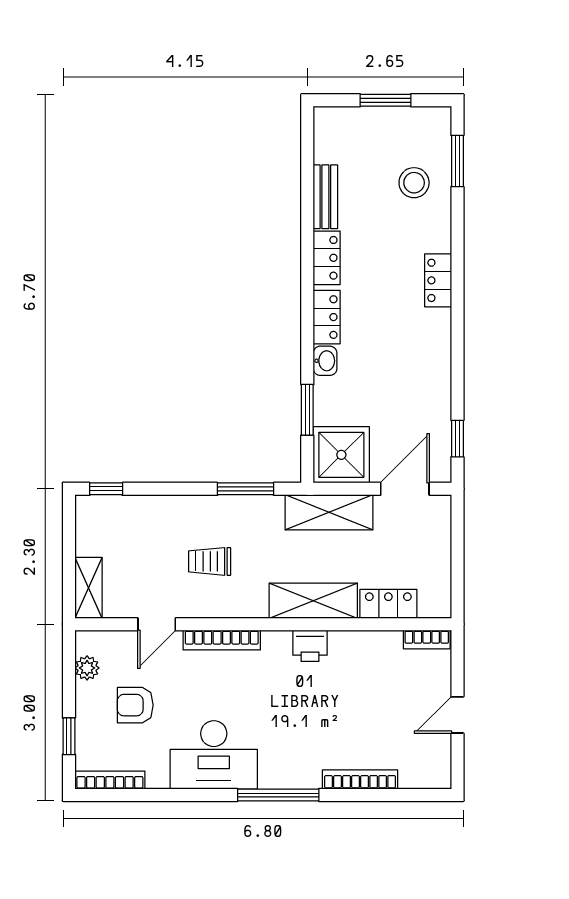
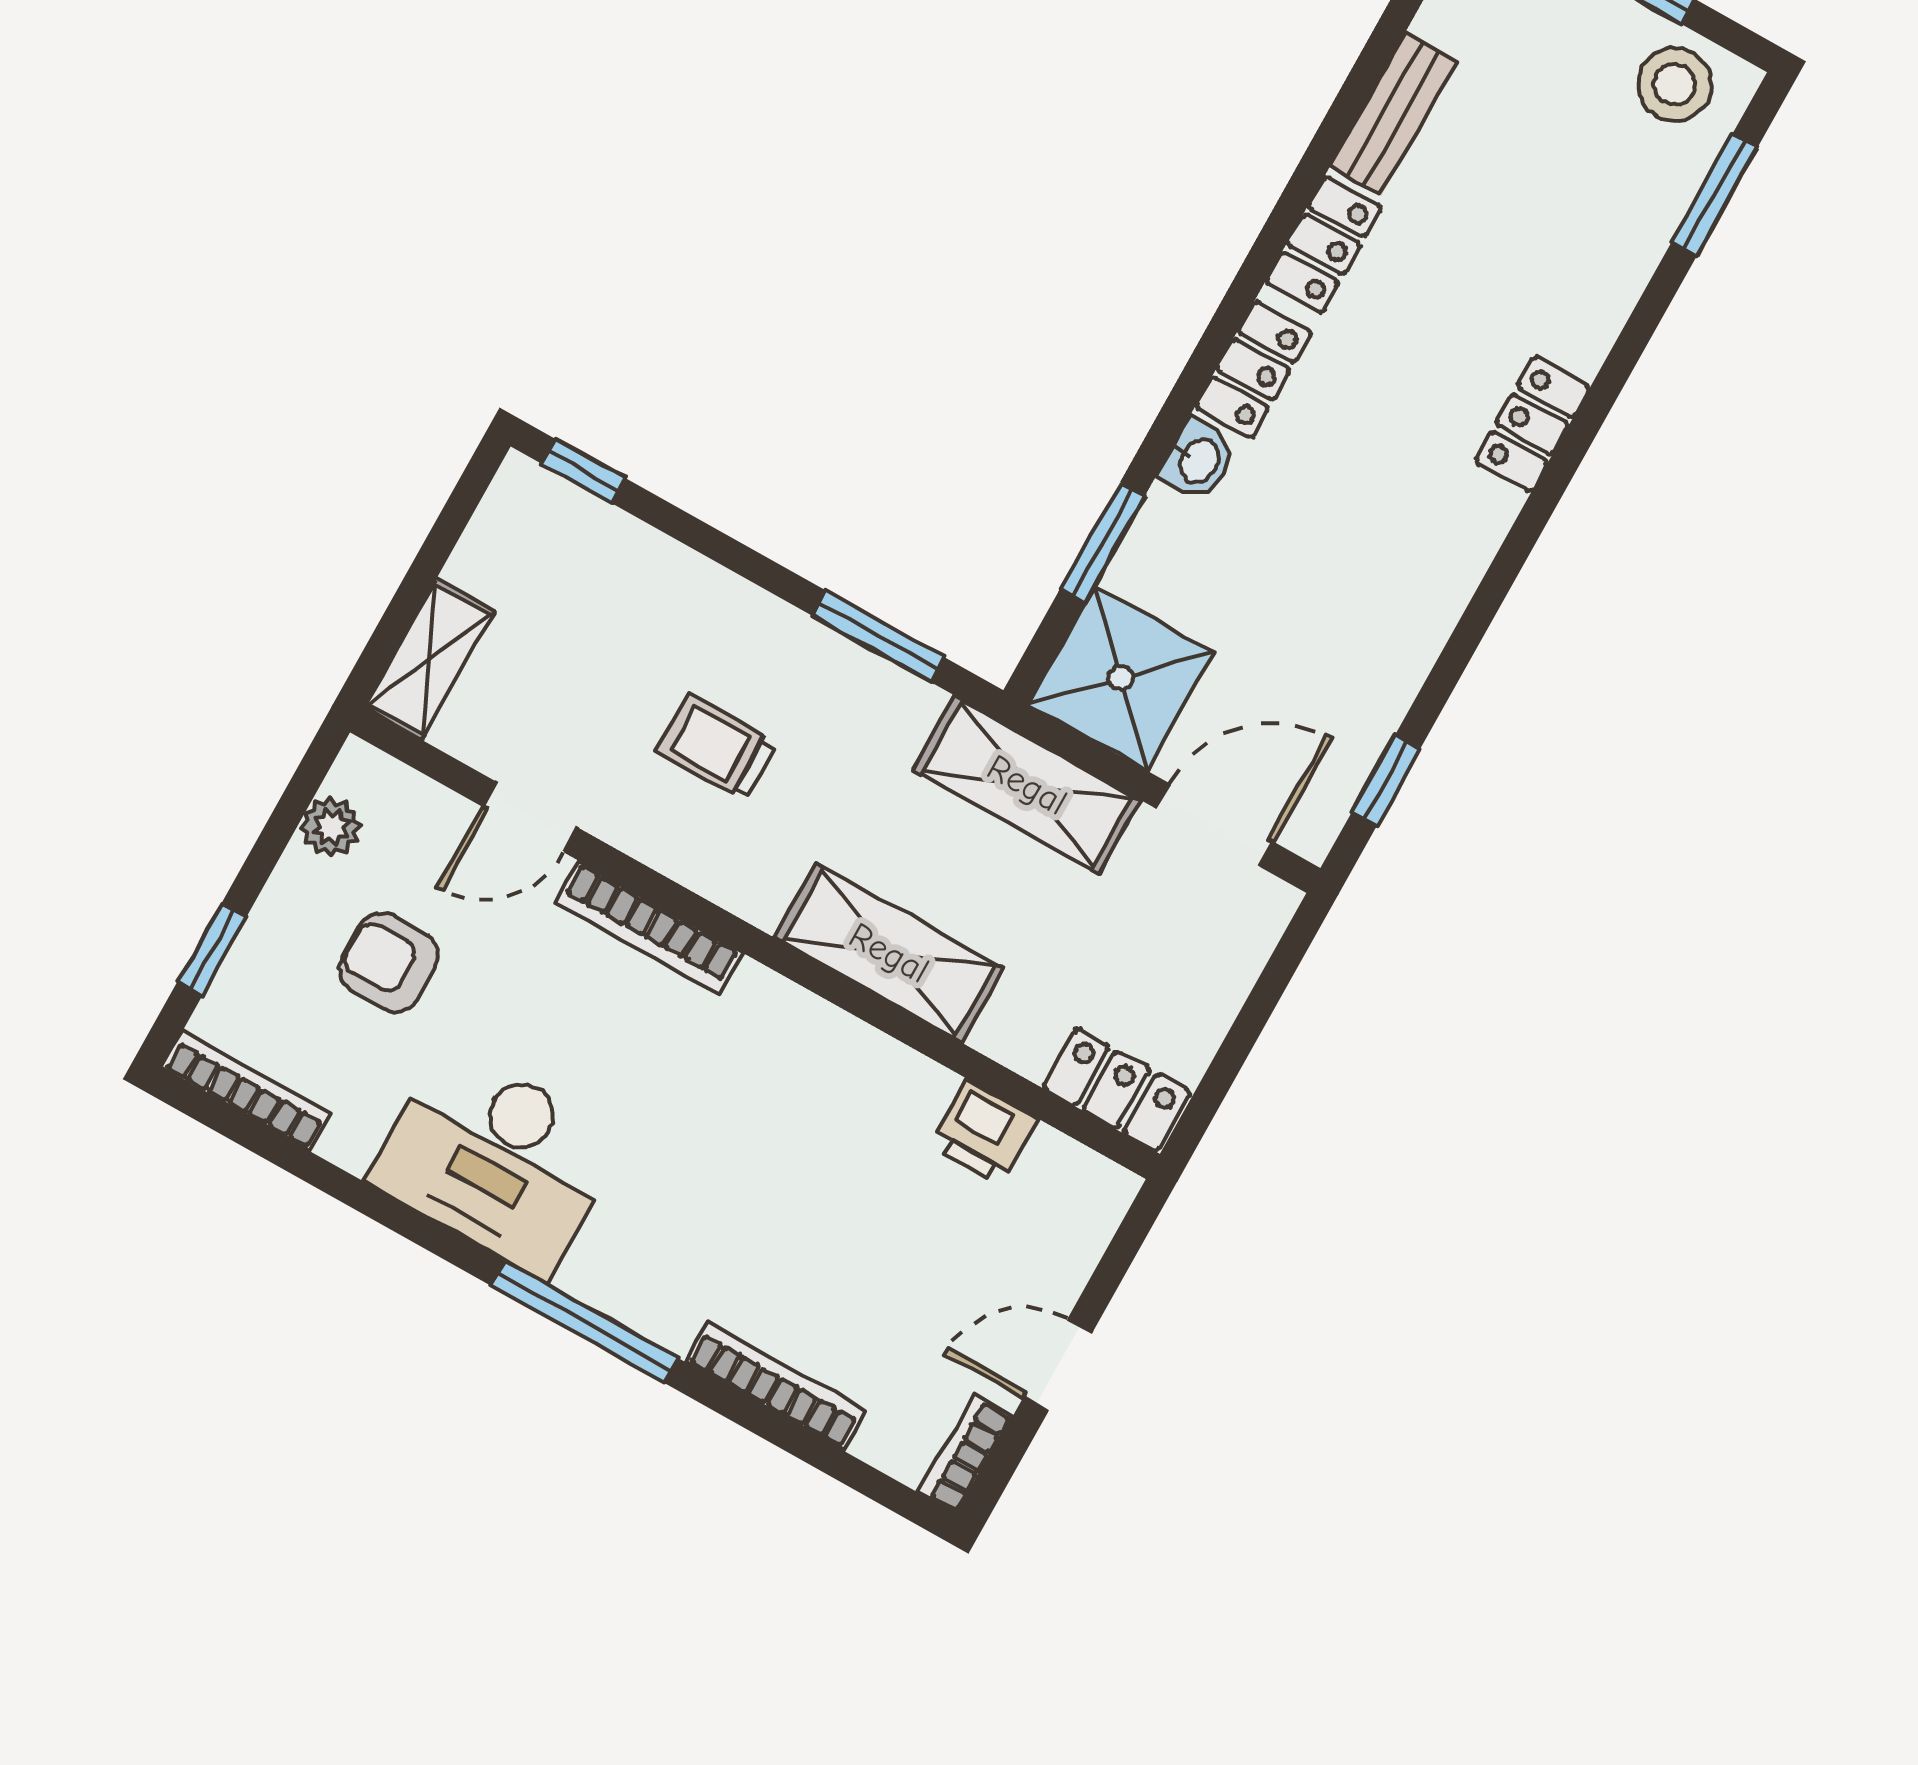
stool: (414, 183) -> (1675, 84), moved
locker: (388, 604) -> (1117, 1090), moved
bookcase: (427, 639) -> (965, 1454), moved, turned 90
printer: (310, 646) -> (984, 1132), moved

